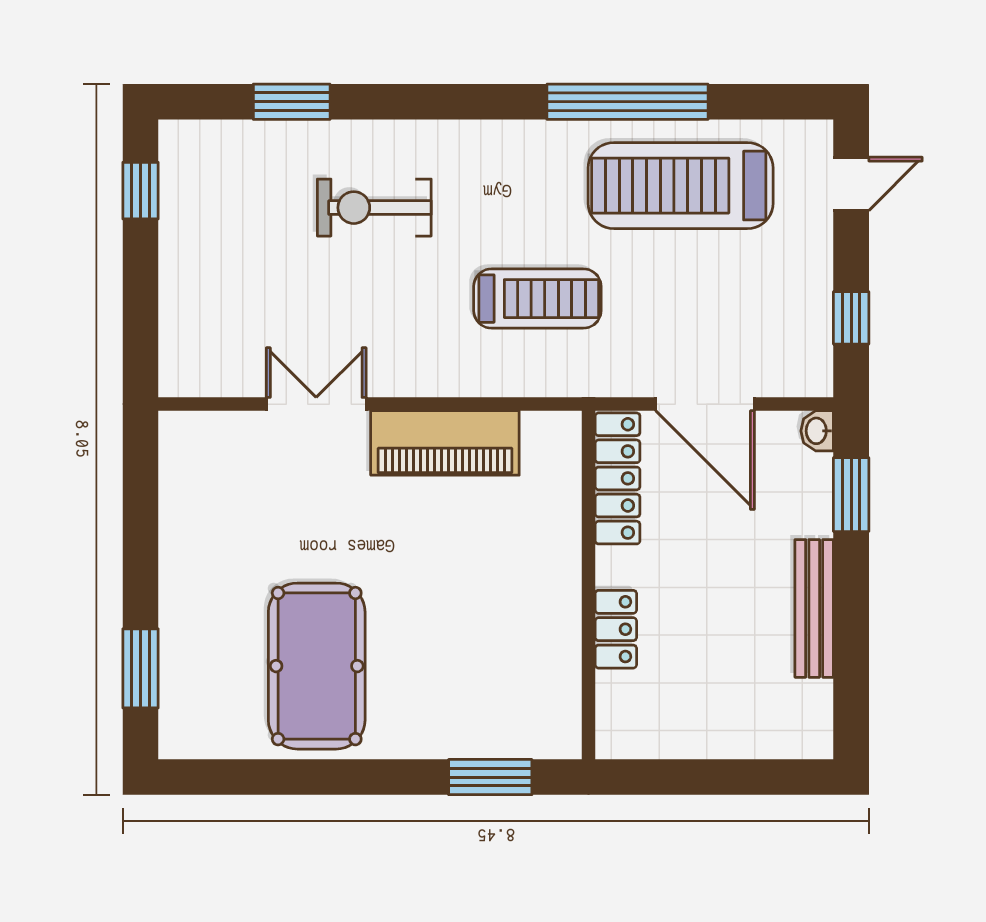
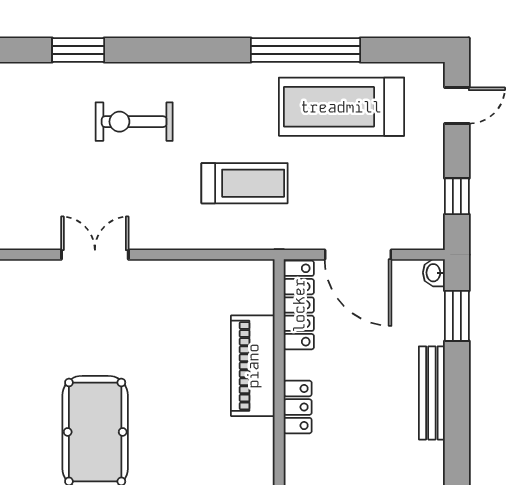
piano: (445, 443) -> (253, 366), moved, turned 90

